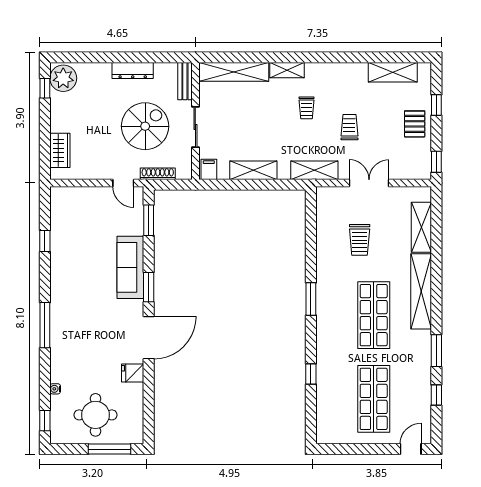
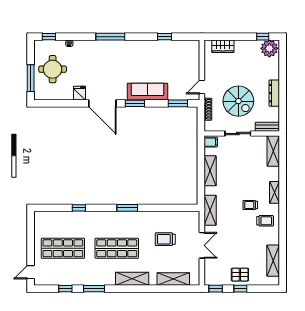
shelving: (234, 72) -> (273, 151), width x0.68
window: (436, 105) -> (240, 289), moved
trolley: (349, 127) -> (265, 221), moved
shelving: (421, 291) -> (132, 279), width x0.68
door: (411, 449) -> (31, 272), swing flipped

